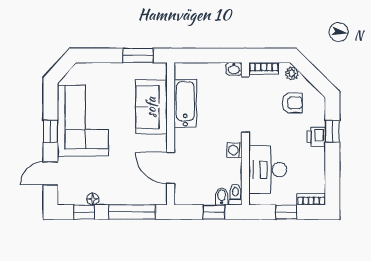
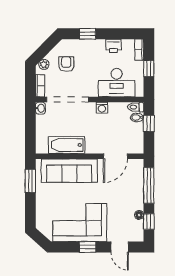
sofa: (151, 107) -> (69, 171), width x1.36
printer: (316, 137) -> (113, 46), moved

